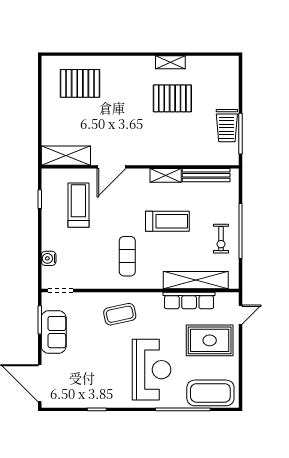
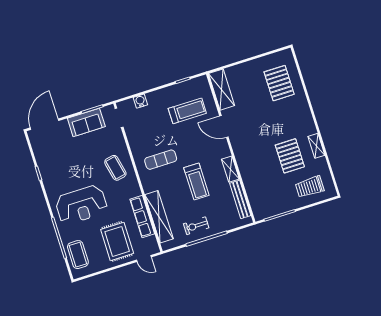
trolley: (227, 126) -> (310, 187), moved
coffee table: (210, 393) -> (78, 255), width x0.73, depth x0.76

